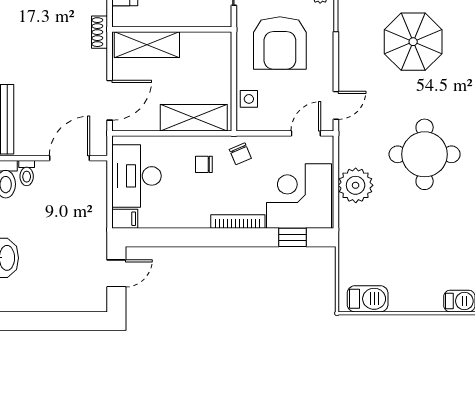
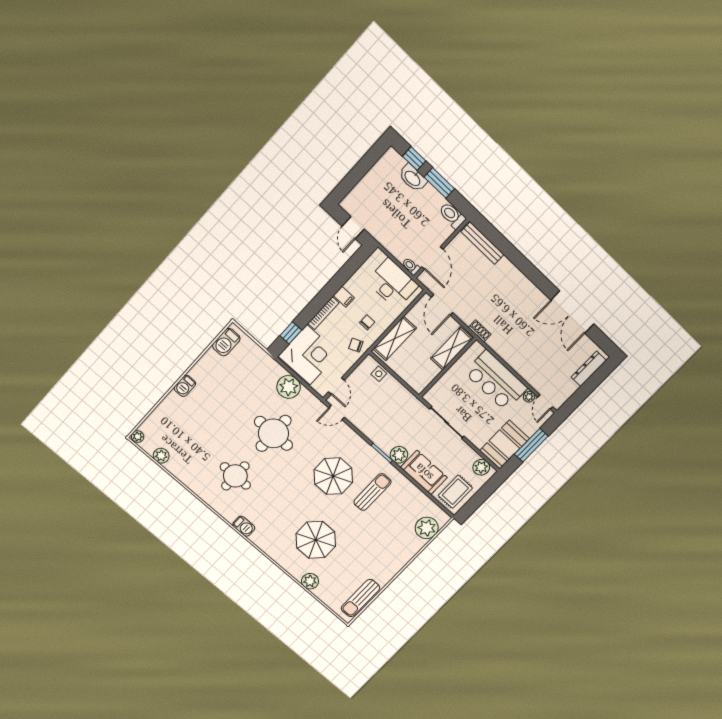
armchair: (280, 43) -> (392, 413), removed
door: (336, 105) -> (337, 413), hinge flipped
toilet: (27, 173) -> (411, 266), moved
filing cabinet: (125, 219) -> (344, 297), moved, turned -90

